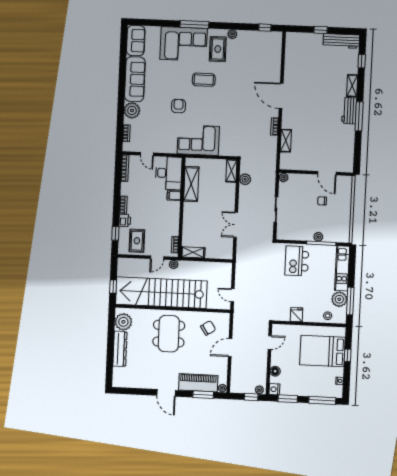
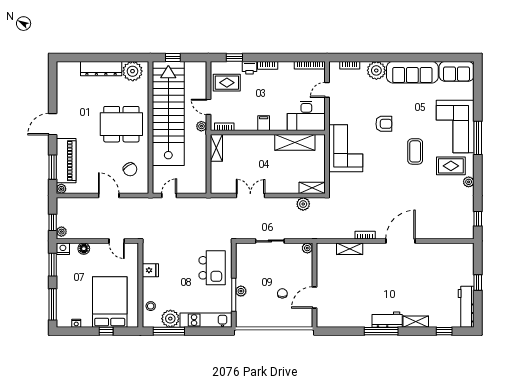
filing cabinet: (174, 196) -> (264, 123), moved
kitchen island: (297, 261) -> (212, 268), turned 90

